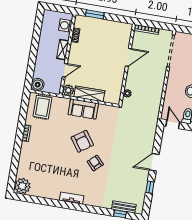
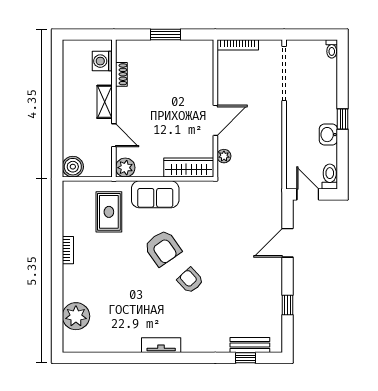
window: (95, 14) -> (166, 34), moved
door: (128, 57) -> (215, 120), moved
door: (65, 70) -> (114, 135), hinge flipped
wardrobe: (89, 94) -> (189, 168), moved
rug: (42, 107) -> (109, 212), moved
door: (154, 162) -> (288, 243), moved
plant: (22, 186) -> (76, 316), moved

